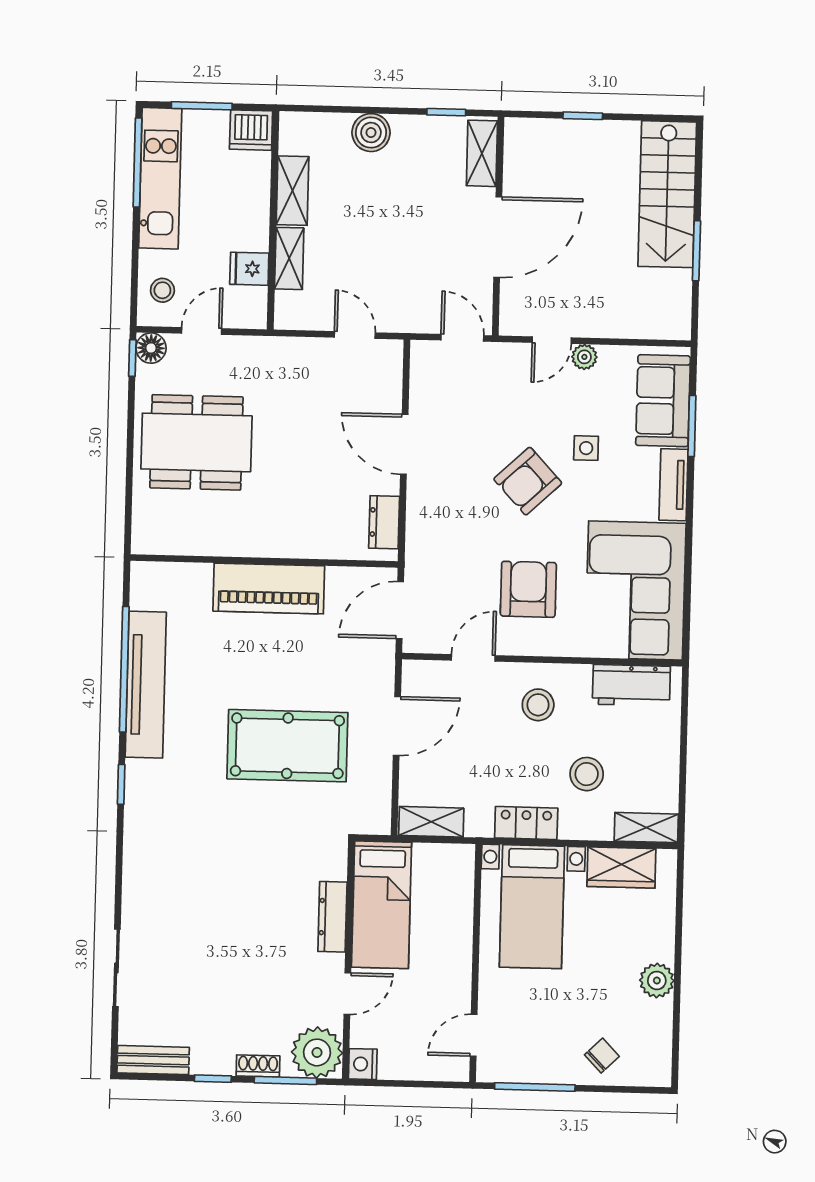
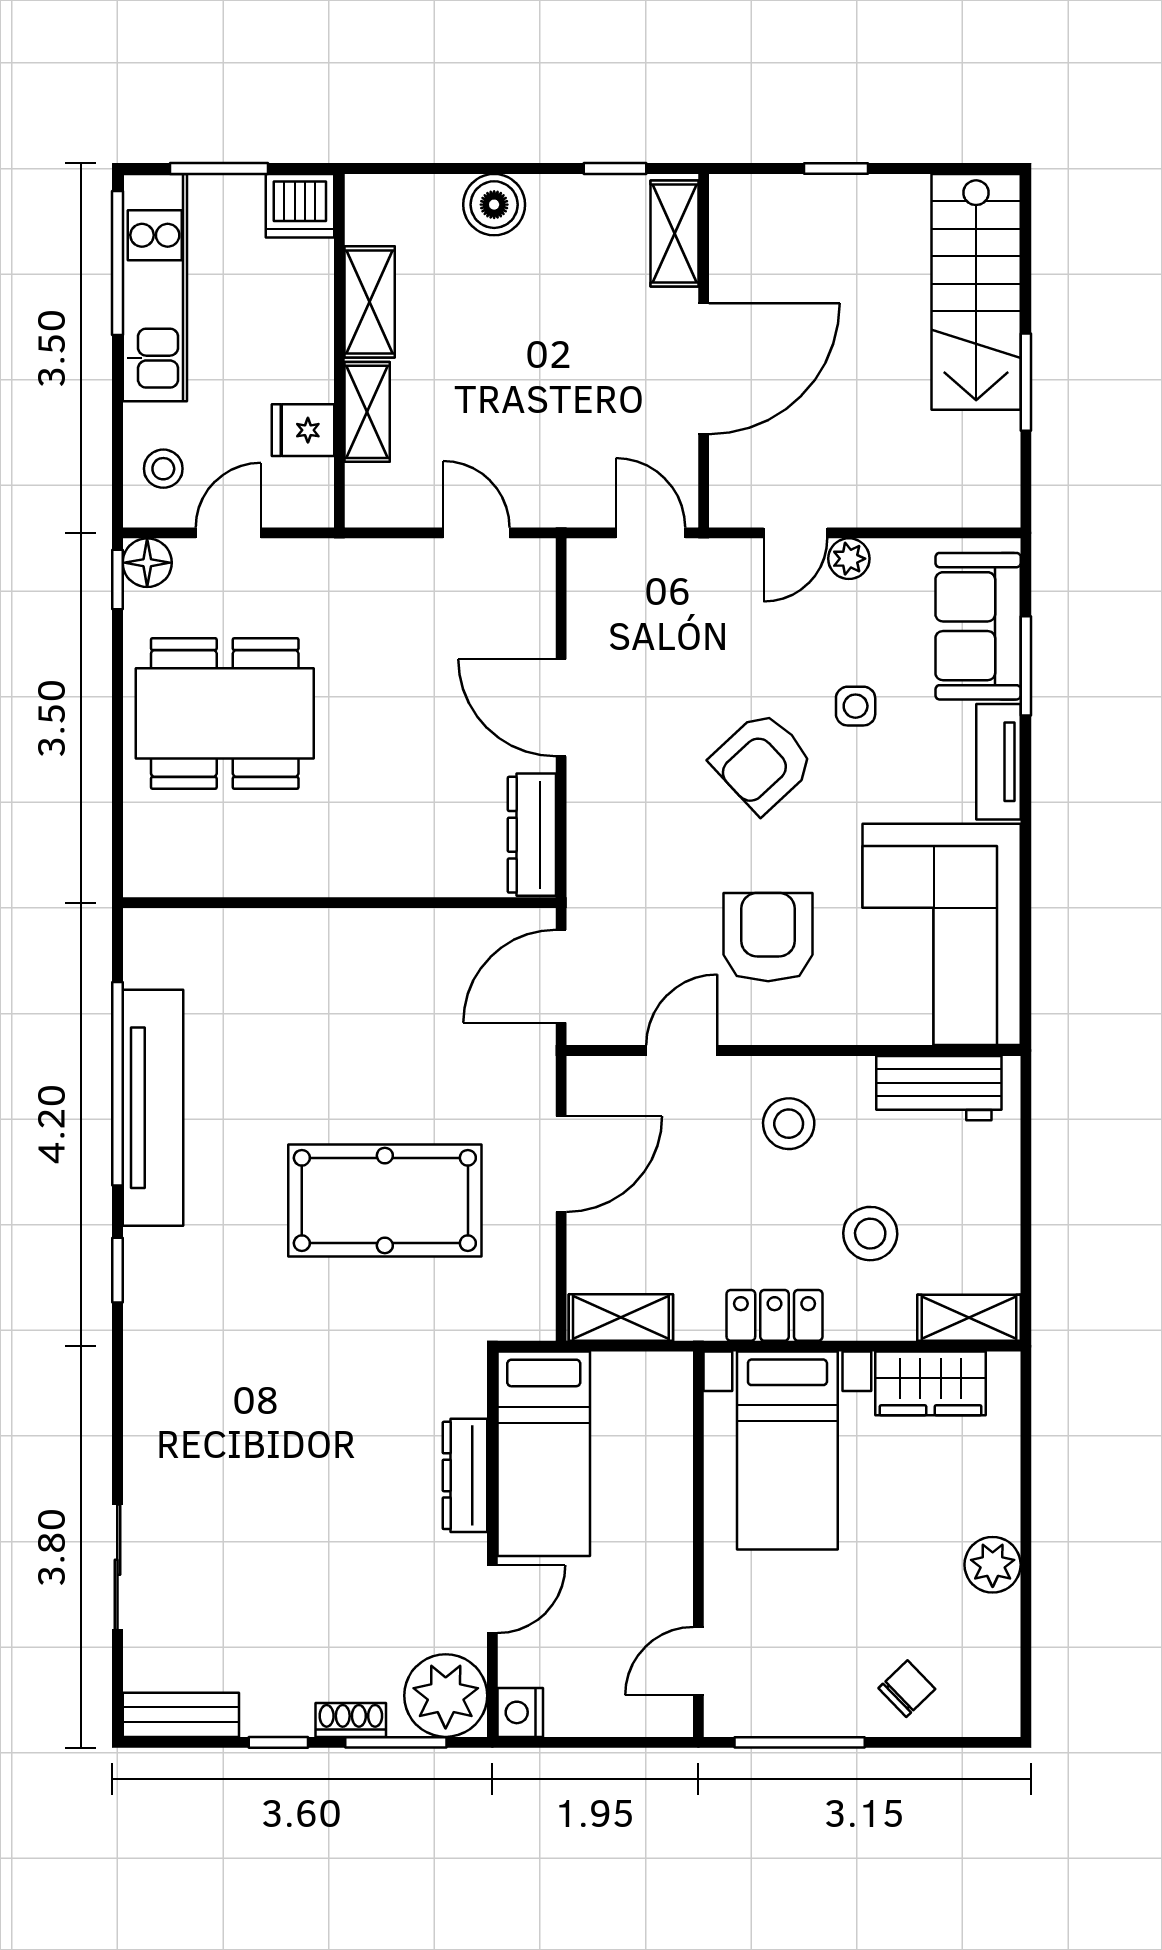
dresser: (384, 522) -> (532, 835), width x1.44
piano: (269, 588) -> (348, 947), removed

